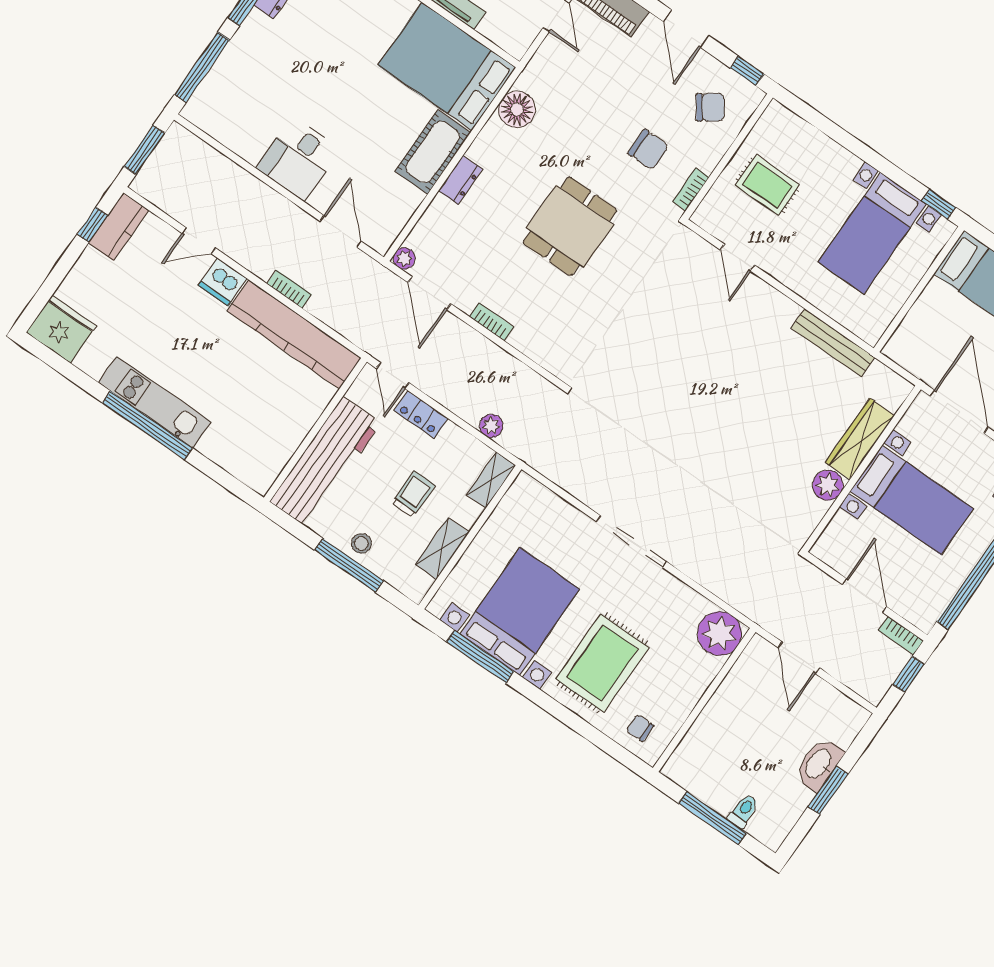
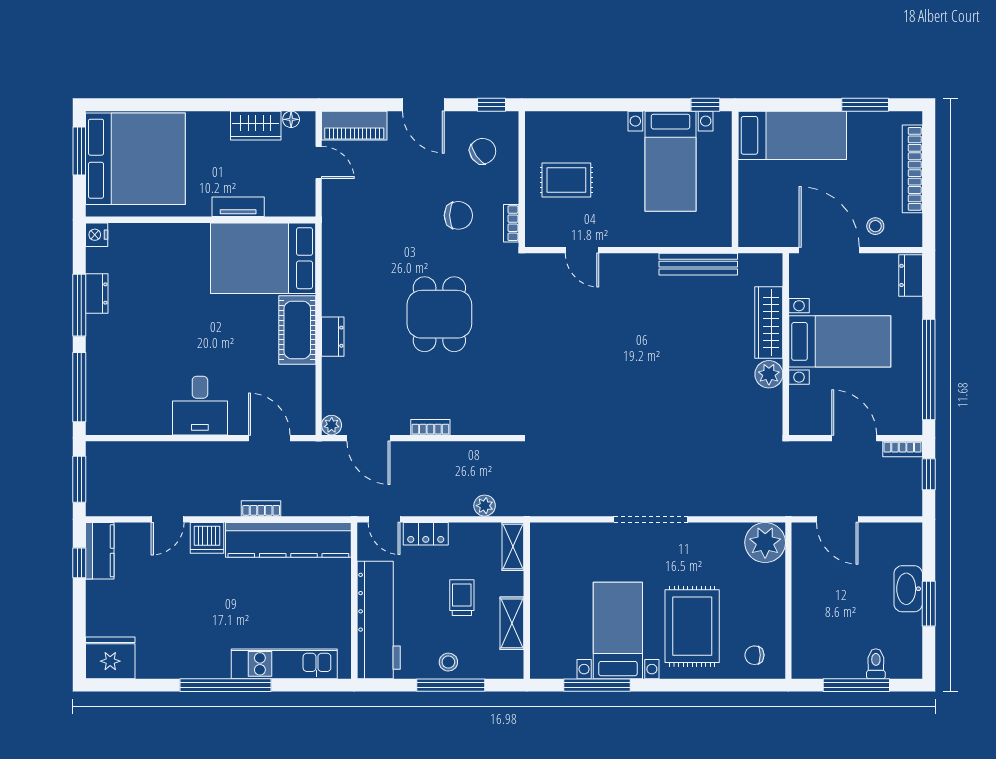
floor lamp: (517, 109) -> (338, 254), removed
kitchen unit: (155, 402) -> (284, 664), moved
bed with nightstands: (520, 612) -> (618, 630), width x0.73

